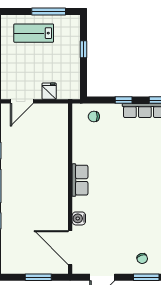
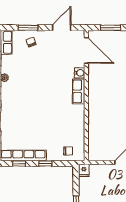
fridge: (49, 91) -> (84, 170), moved
row of seats: (80, 180) -> (79, 91), moved

